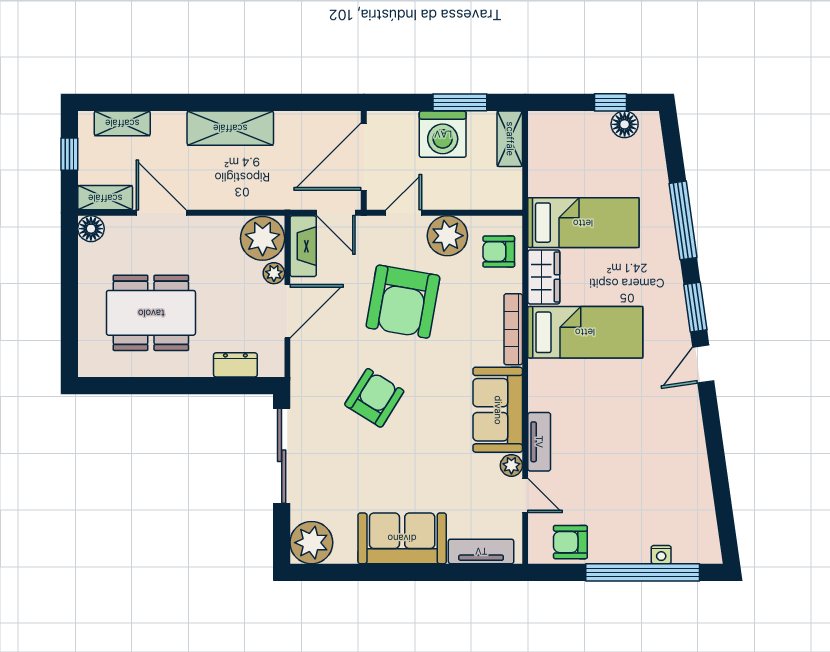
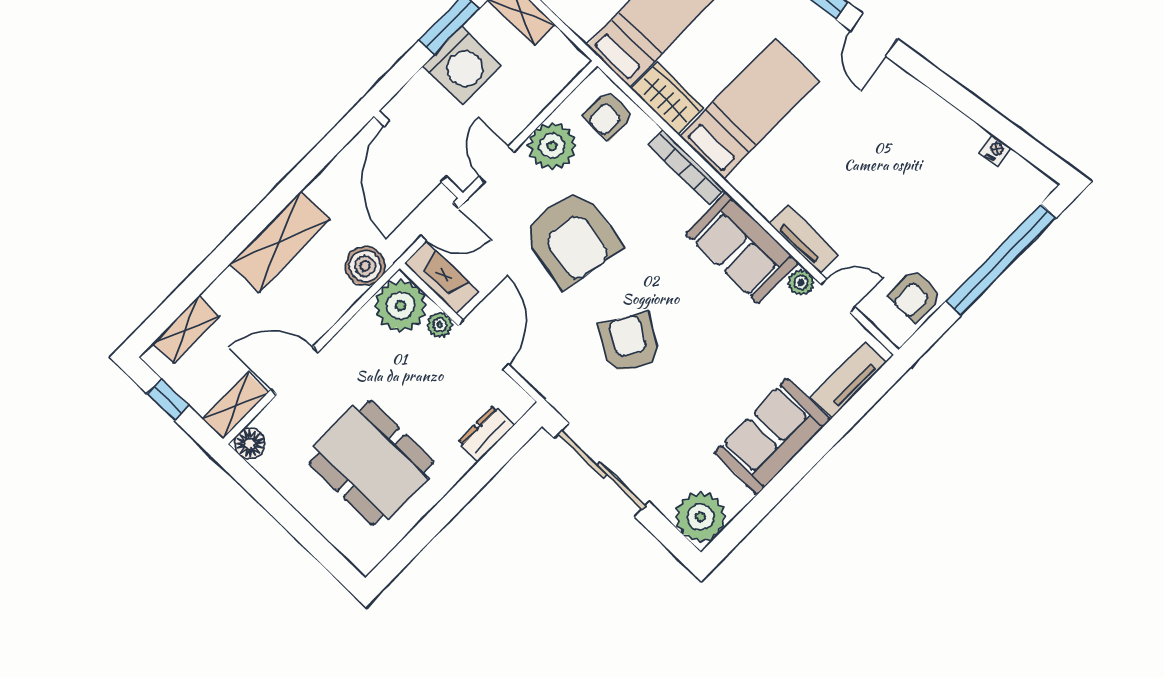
boiler: (266, 194) -> (365, 266), added
dining table: (151, 313) -> (371, 463), turned 90
nightstand: (661, 555) -> (996, 150), moved, turned -98

